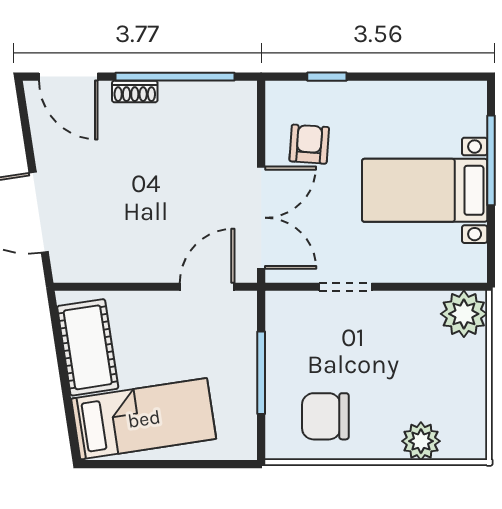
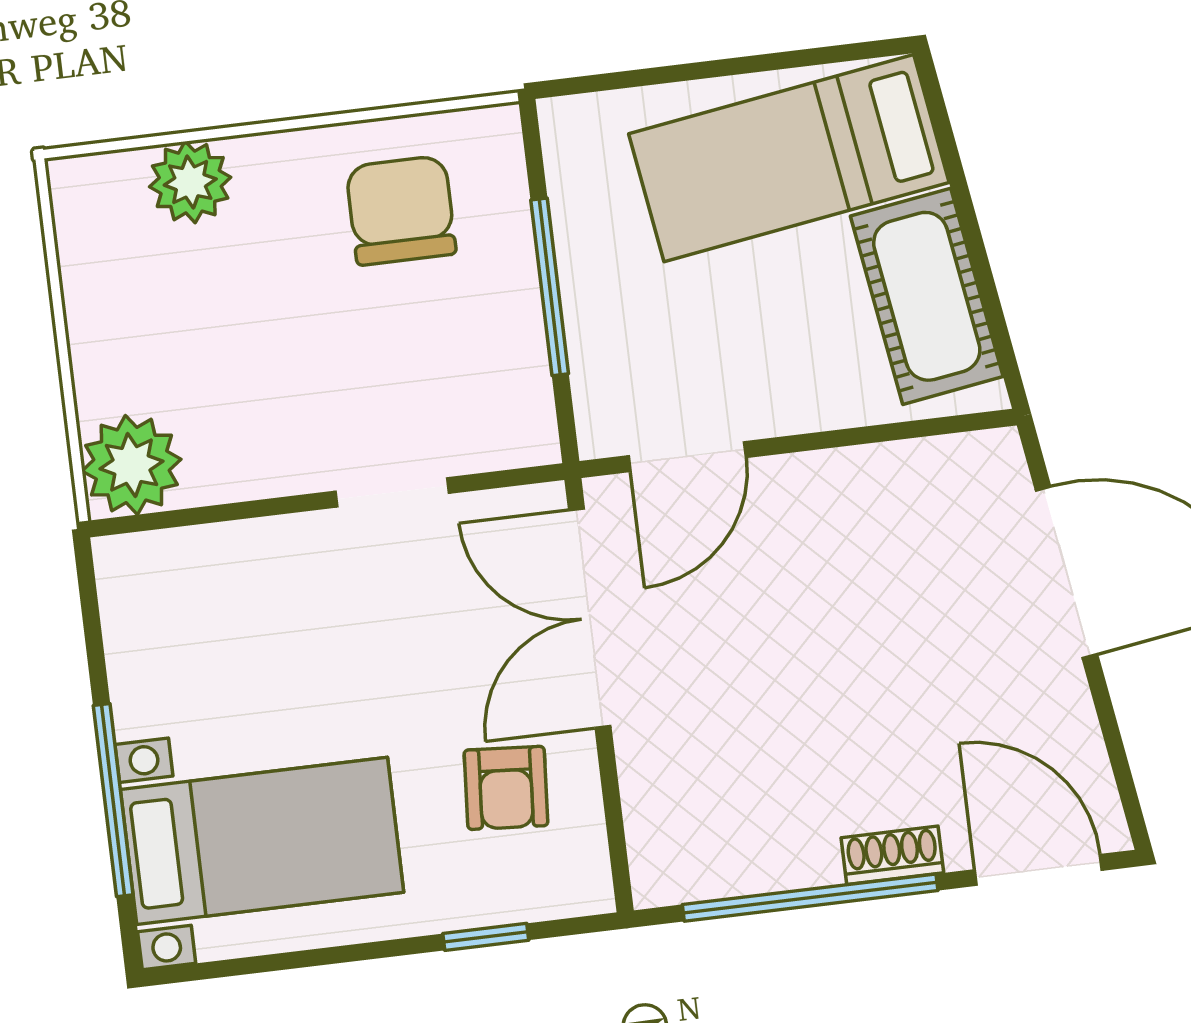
bed with nightstands: (425, 190) -> (262, 841), moved
chair: (325, 416) -> (401, 210), turned -90

